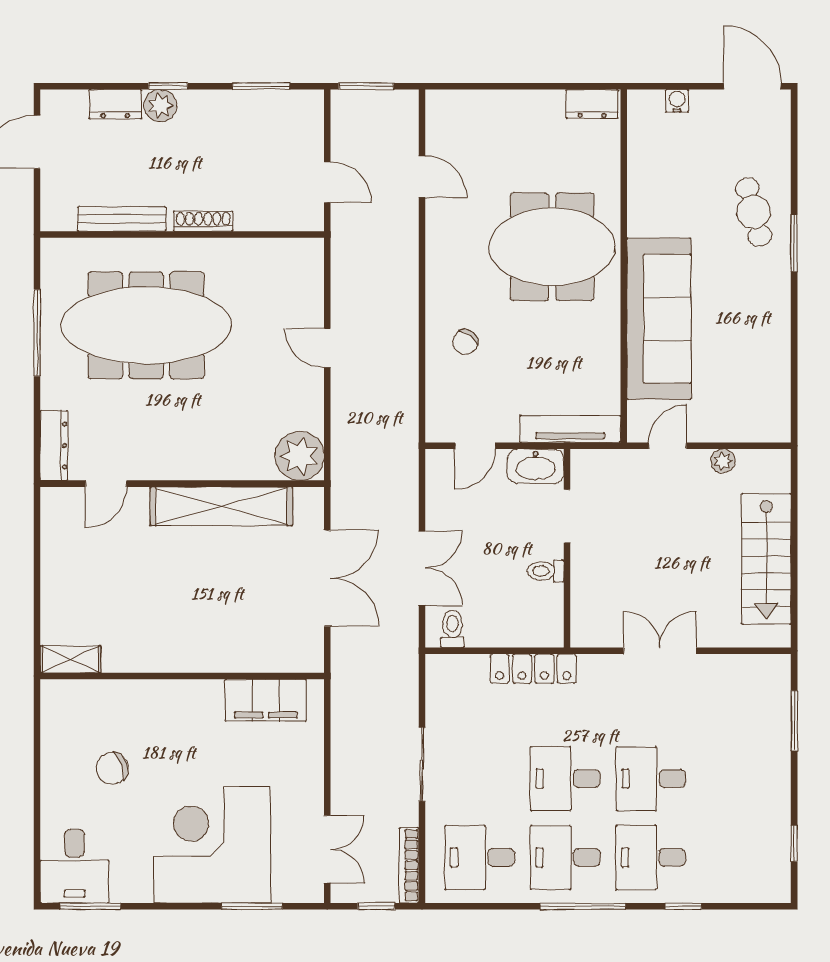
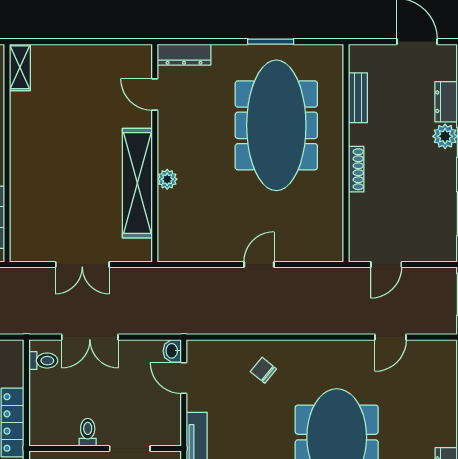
bench: (122, 219) -> (358, 98), width x0.73
window: (37, 333) -> (271, 42), width x0.69
plant: (300, 456) -> (167, 179), moved, width x0.53, depth x0.53
washbasin: (536, 466) -> (172, 351), moved, width x0.52, depth x0.69
double door: (327, 578) -> (82, 264), width x0.73

